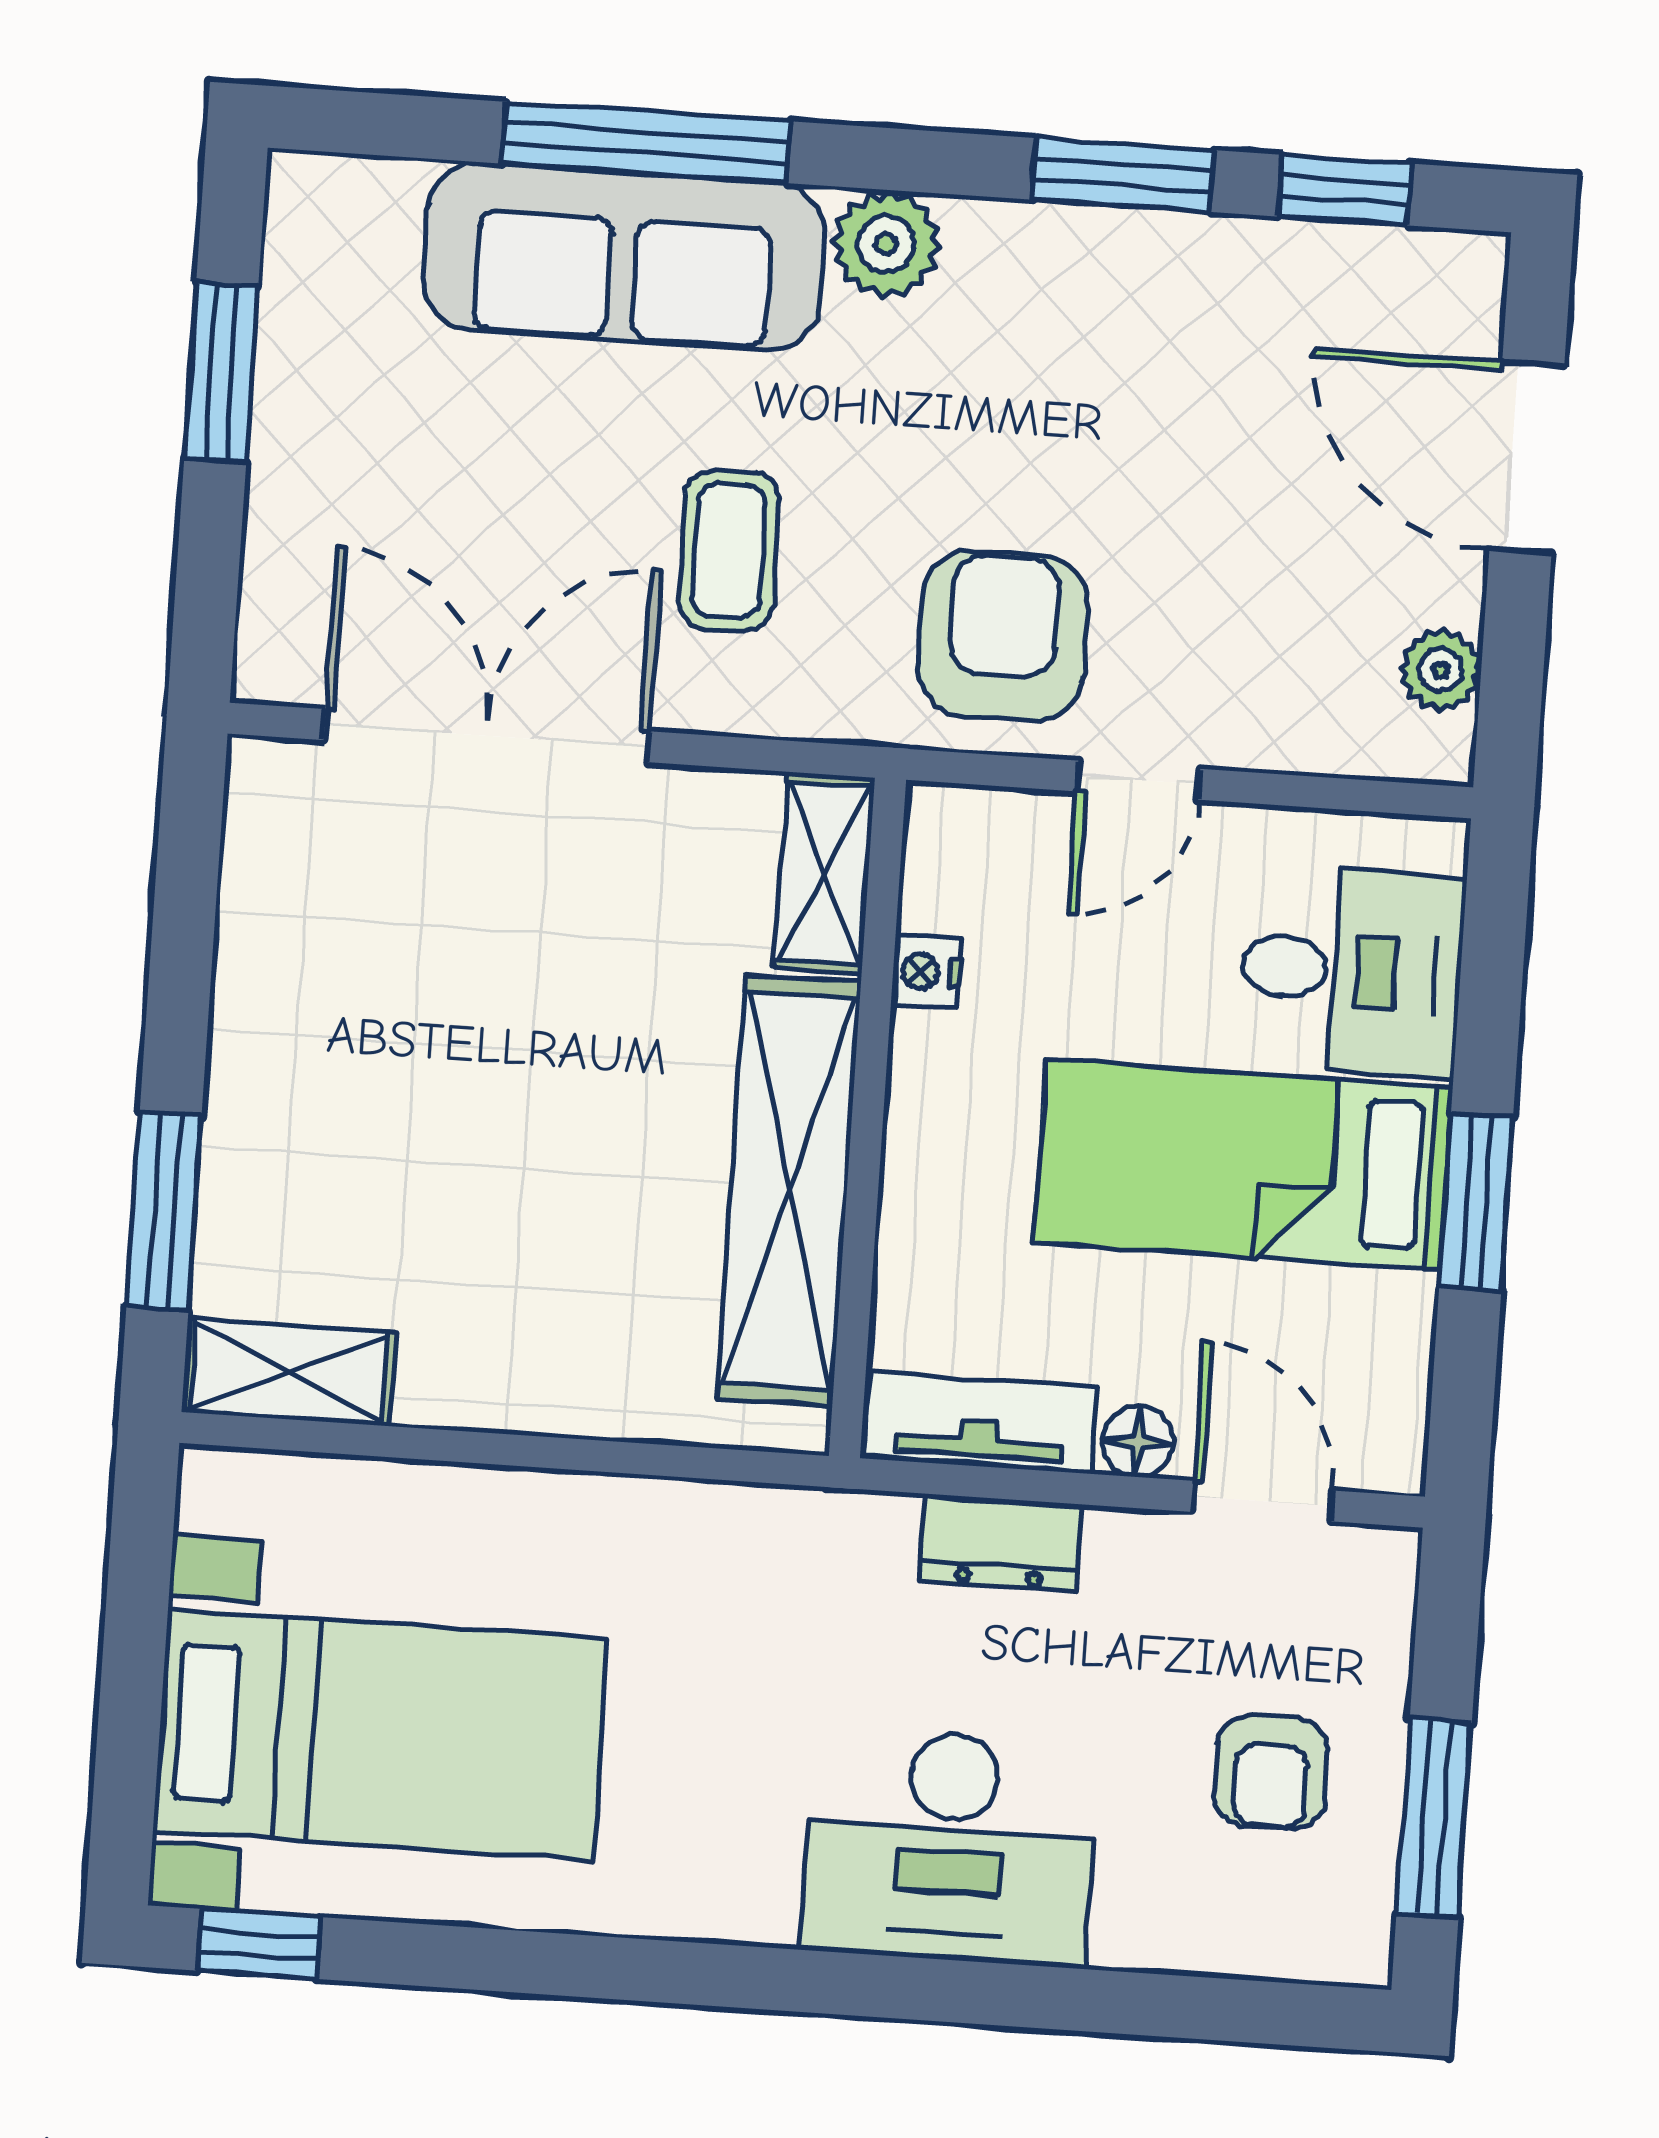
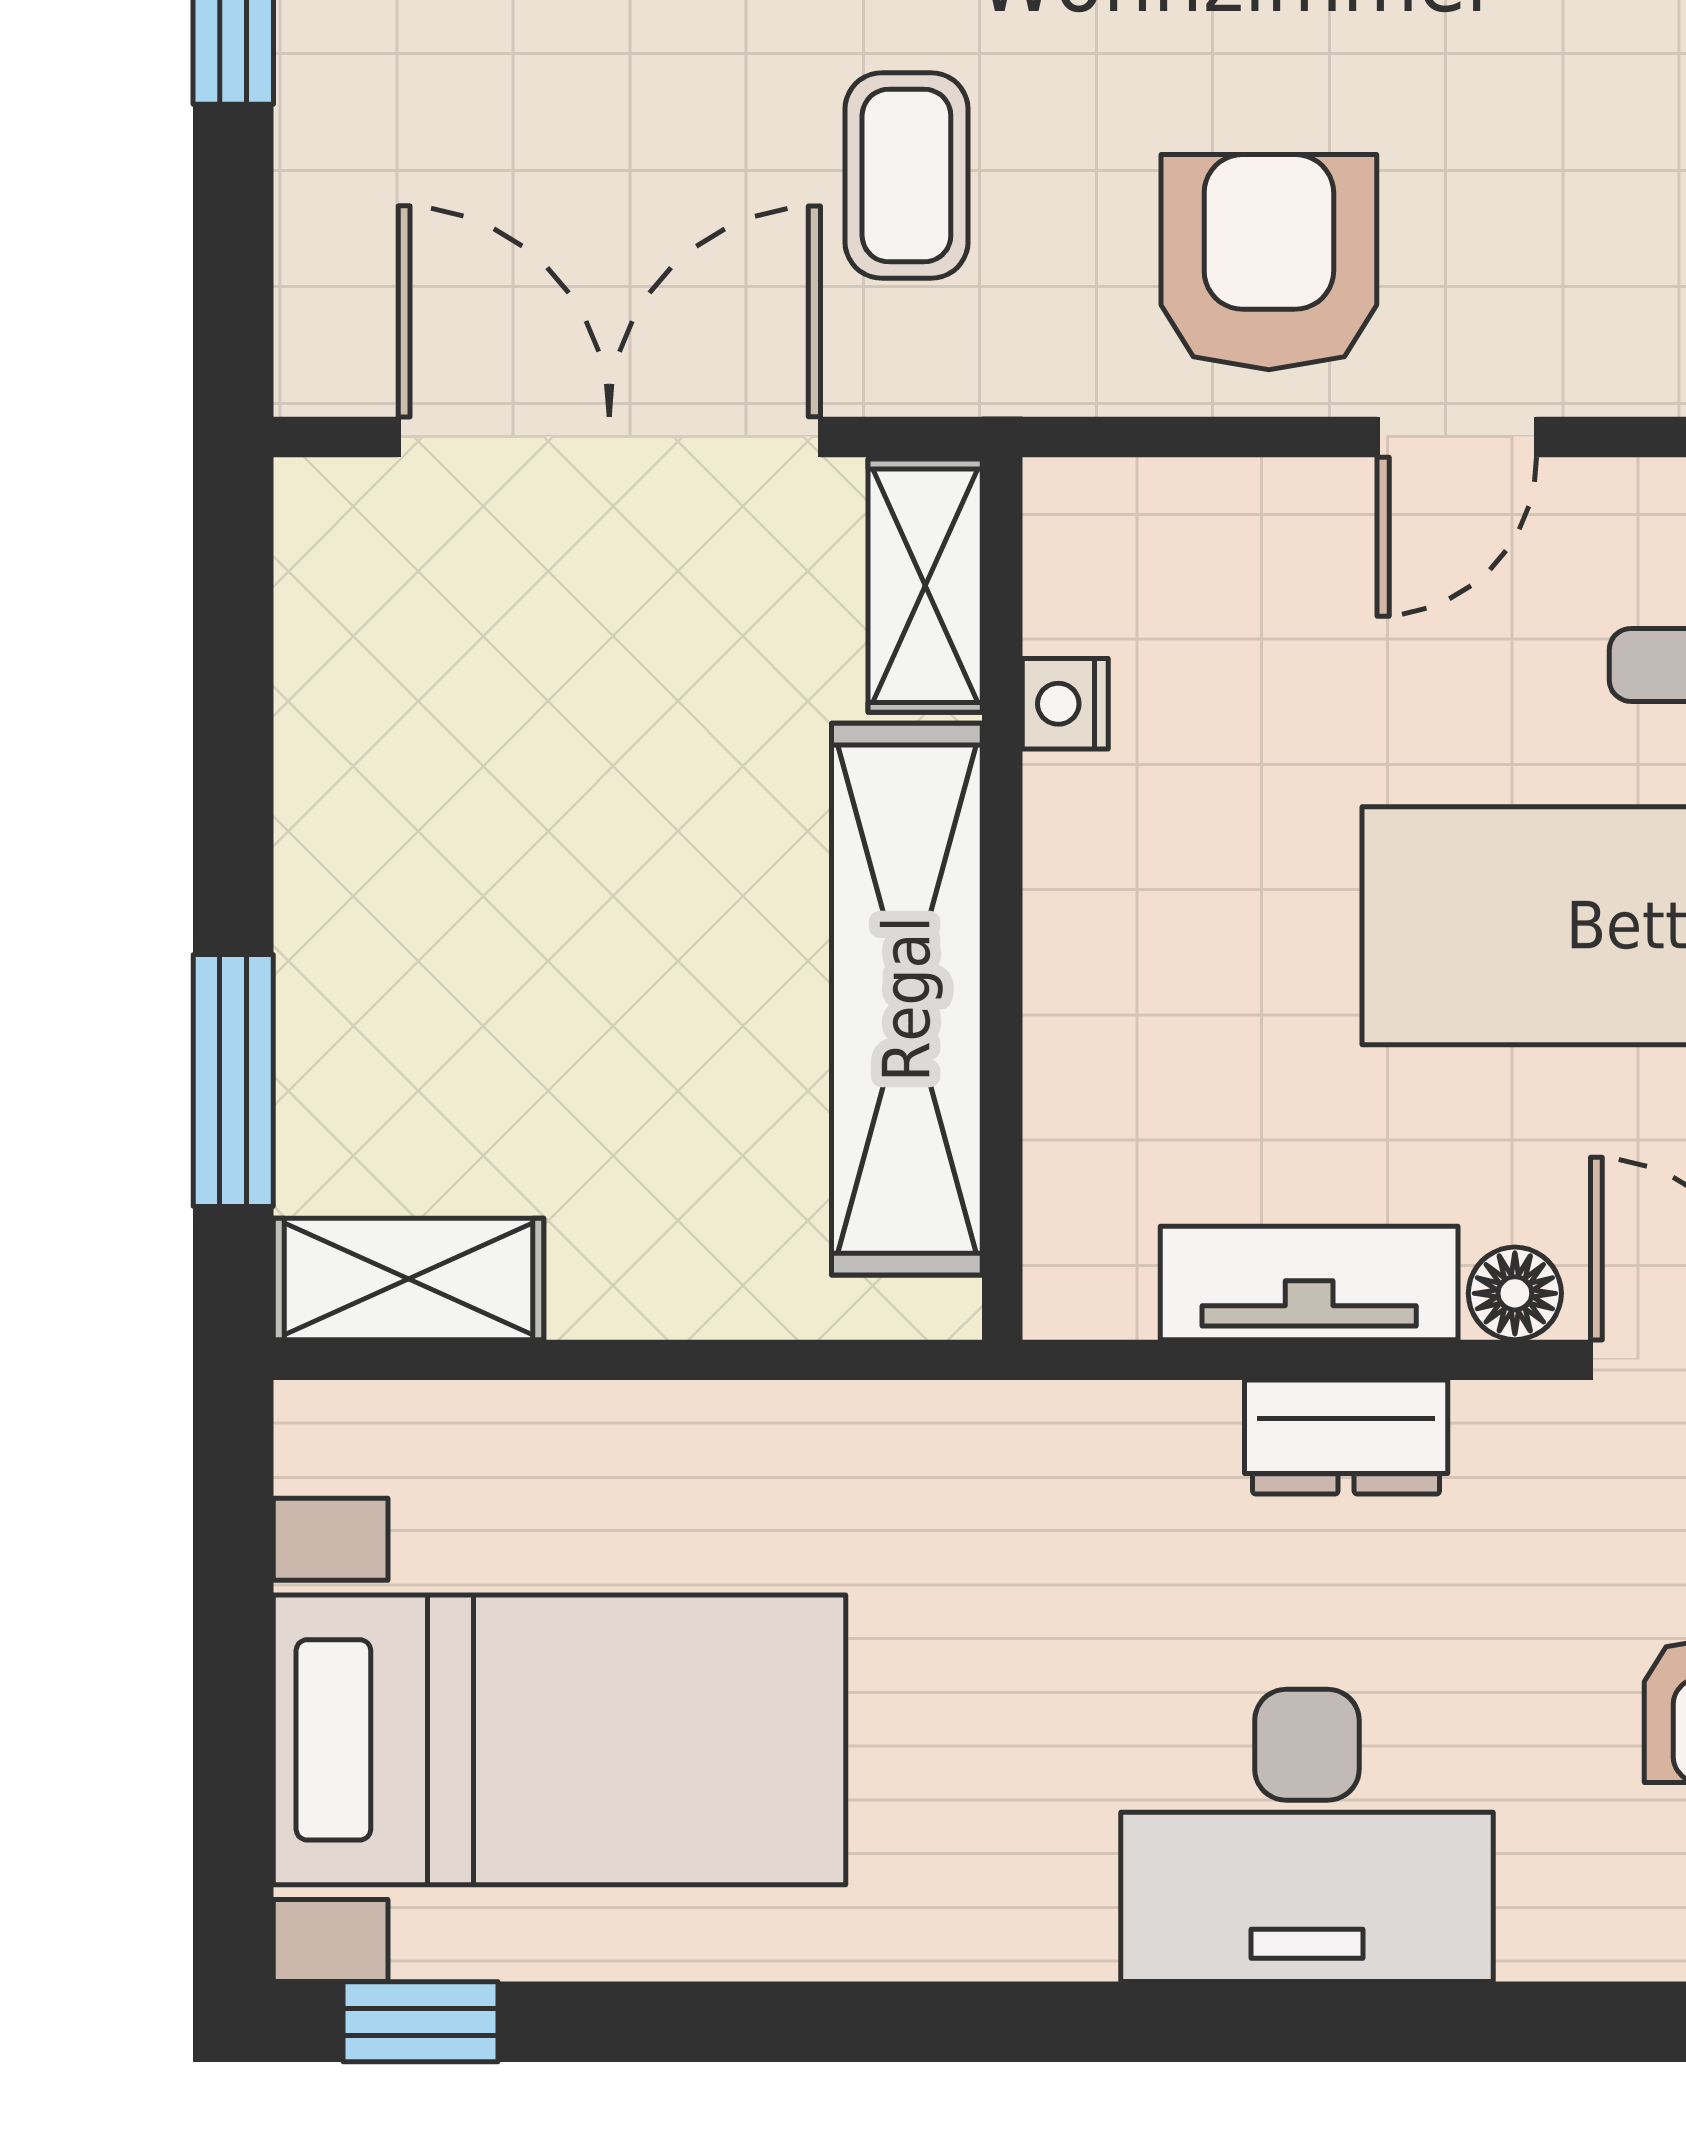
shelving: (825, 874) -> (925, 586), moved
nightstand: (926, 972) -> (1065, 704), moved
wall: (867, 1118) -> (1002, 898), moved
shelving: (789, 1190) -> (907, 999), moved

